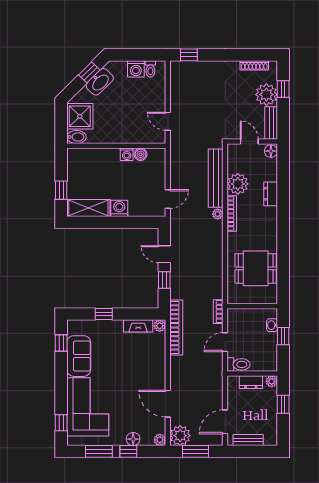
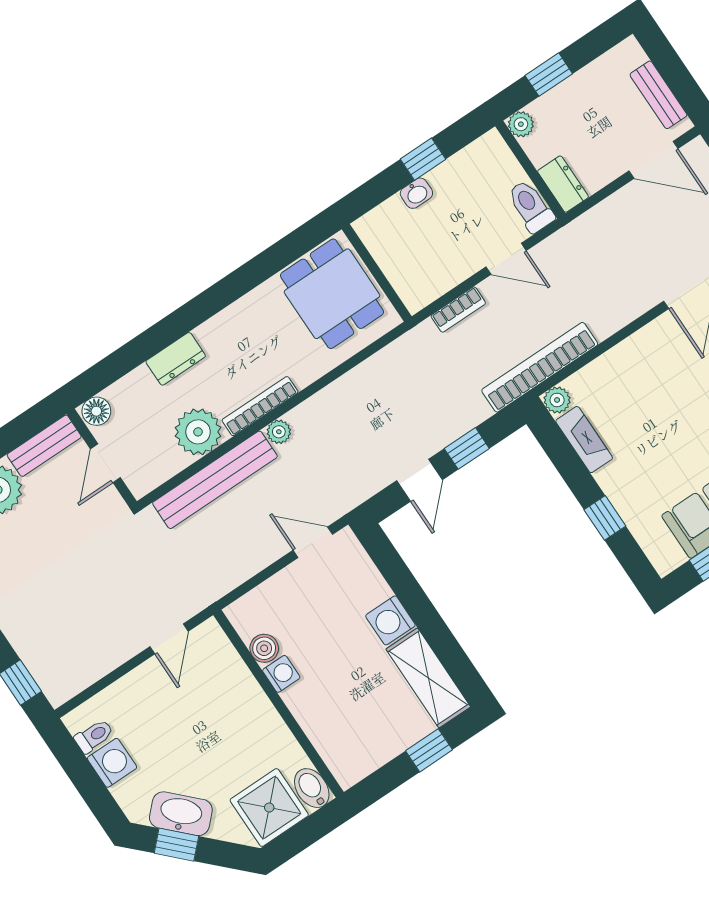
wall: (252, 306) -> (377, 273), moved
dresser: (251, 382) -> (563, 184), moved

